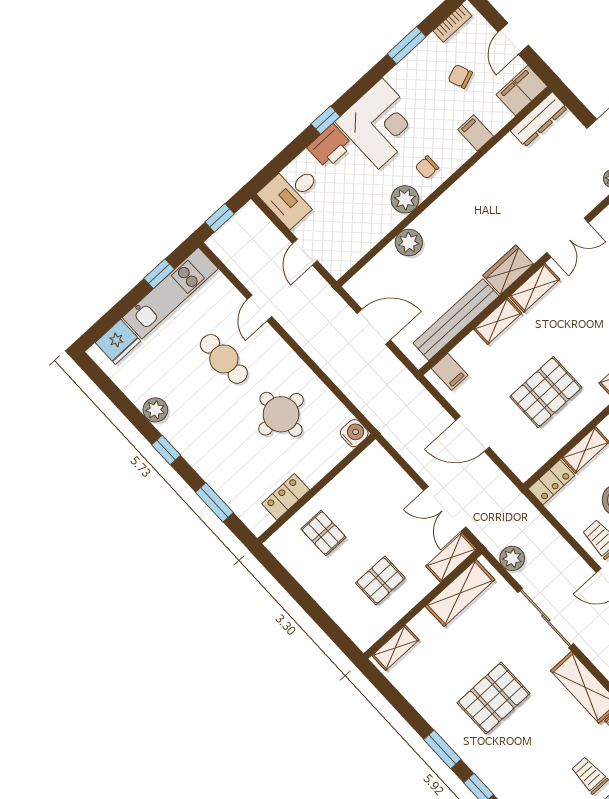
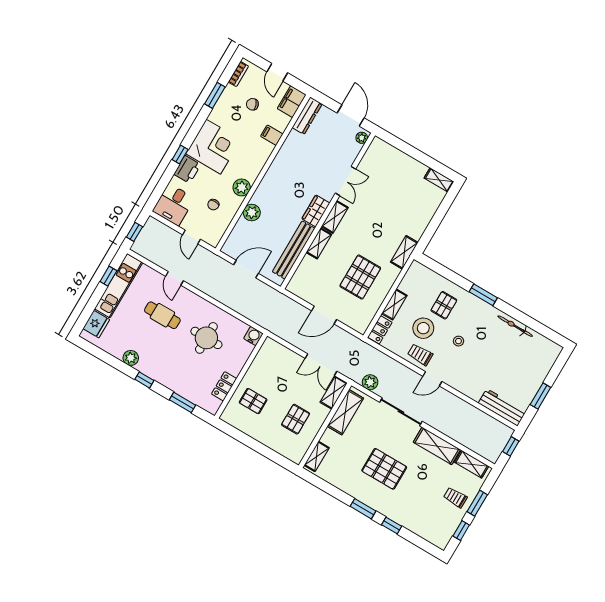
chair: (427, 167) -> (213, 205), moved
filing cabinet: (450, 372) -> (299, 282), removed
pallet: (494, 698) -> (384, 469), turned 90

